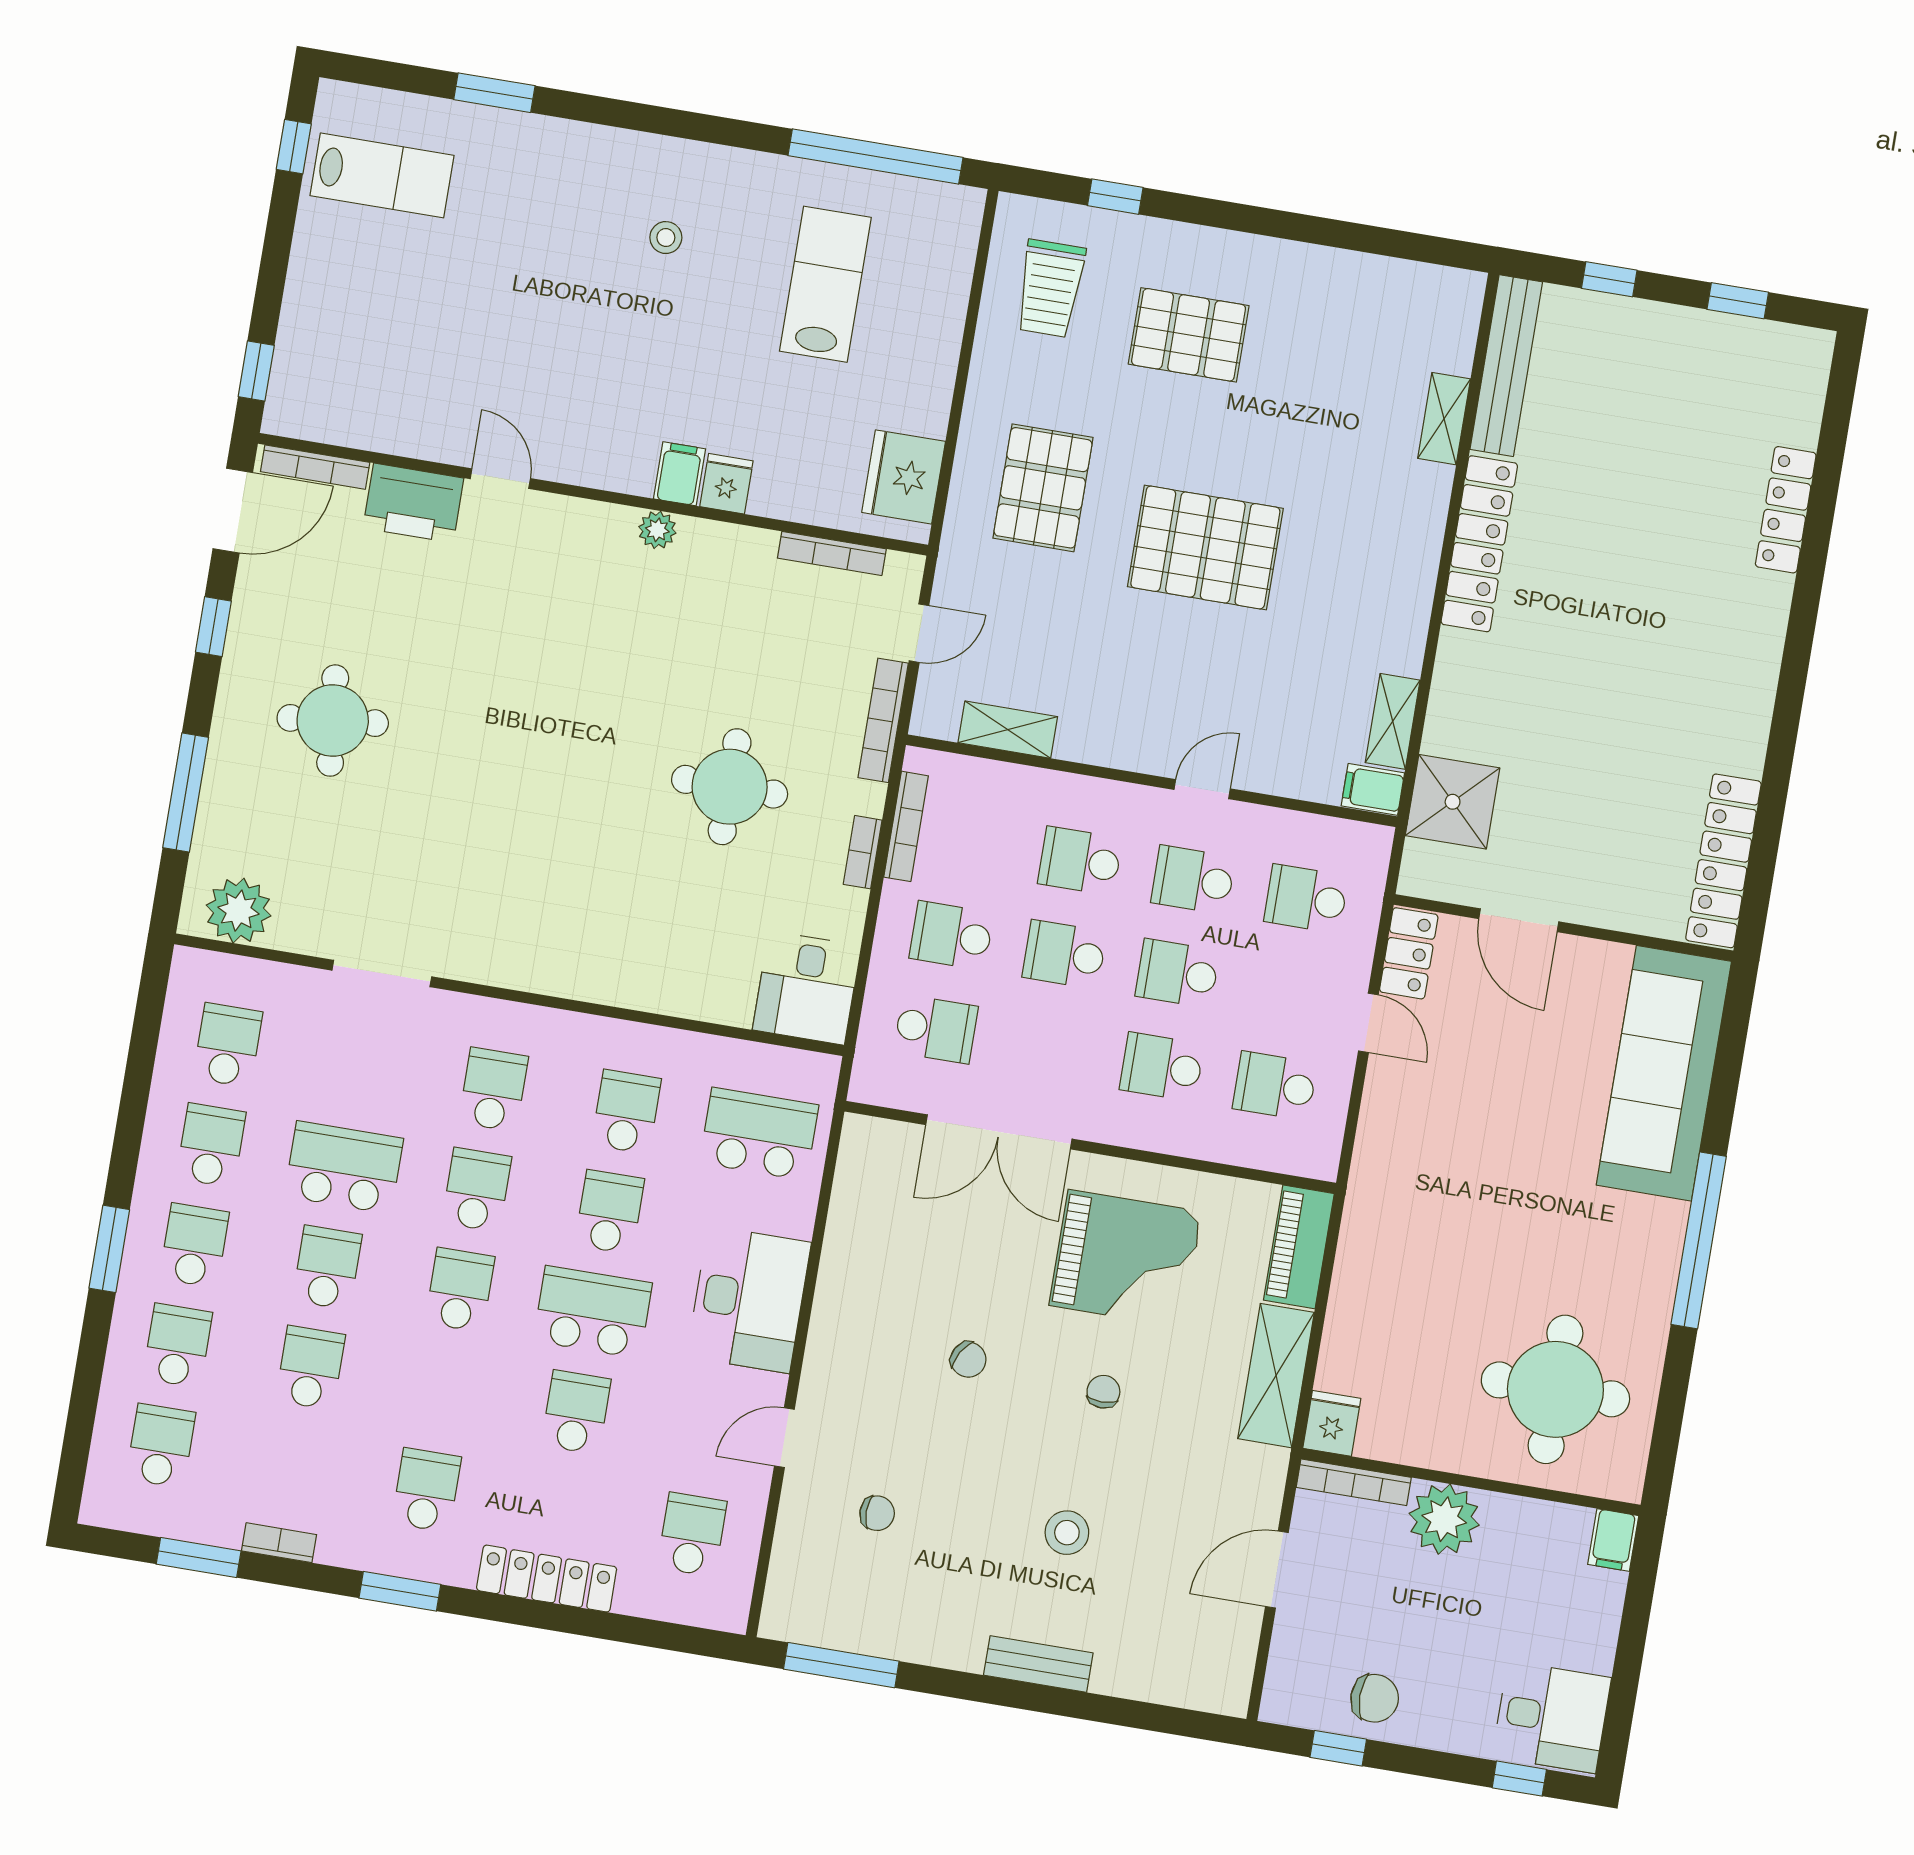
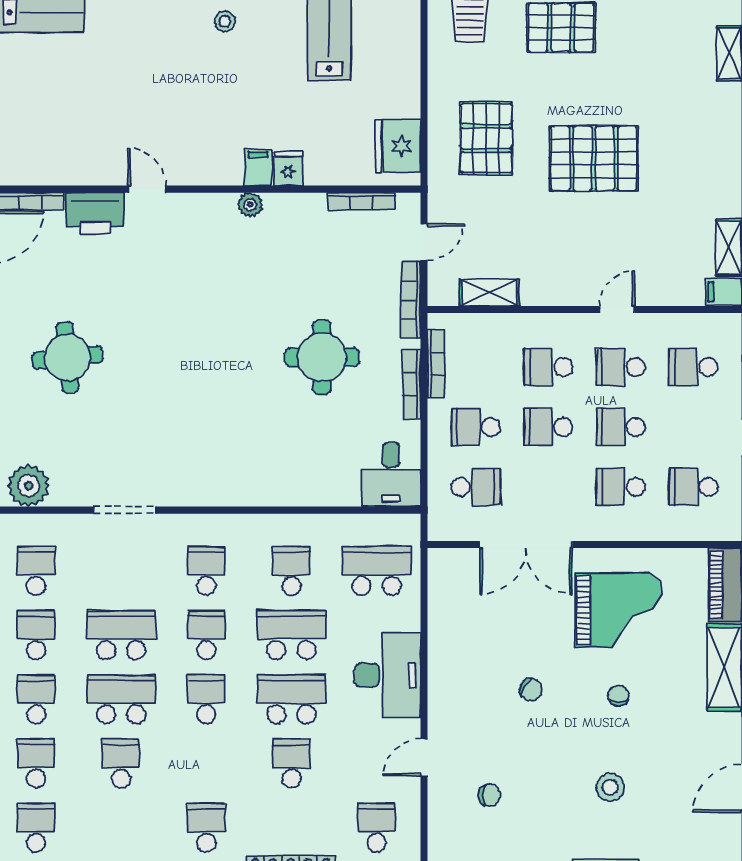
bookcase: (863, 852) -> (412, 384), width x1.56
school desk: (609, 1212) -> (291, 635), width x1.85
school desk: (327, 1268) -> (121, 699), width x1.85

